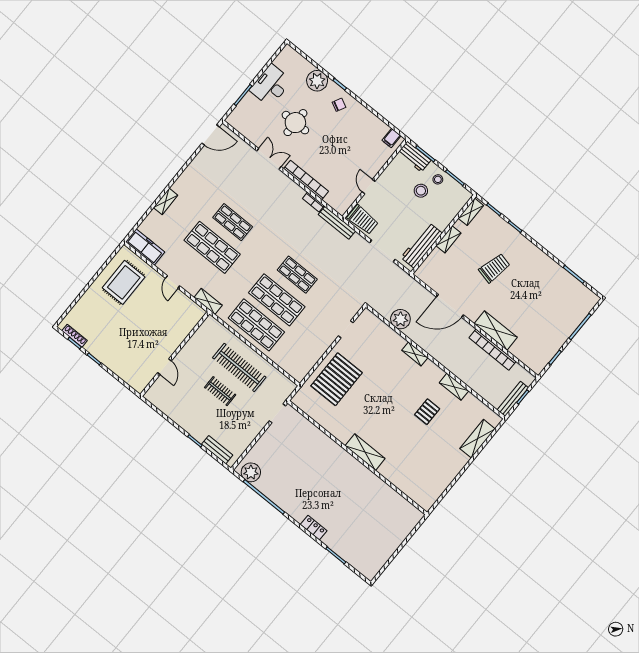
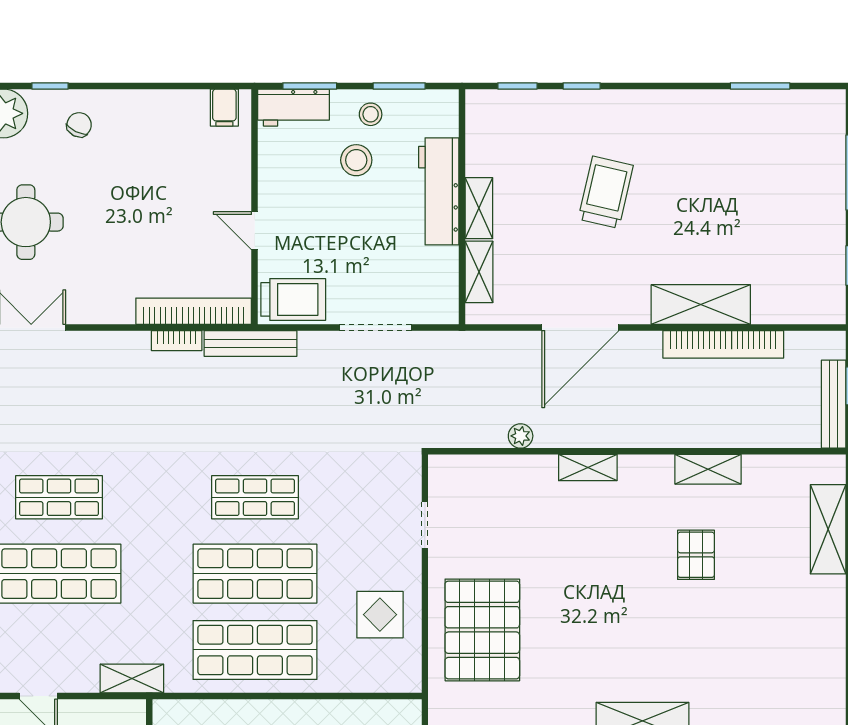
bookcase: (306, 180) -> (194, 311), moved
shelving: (471, 212) -> (479, 272), moved
workbench: (422, 245) -> (439, 191), moved
plant: (400, 319) -> (521, 436), width x0.53, depth x0.53
display table: (307, 347) -> (380, 615), added

